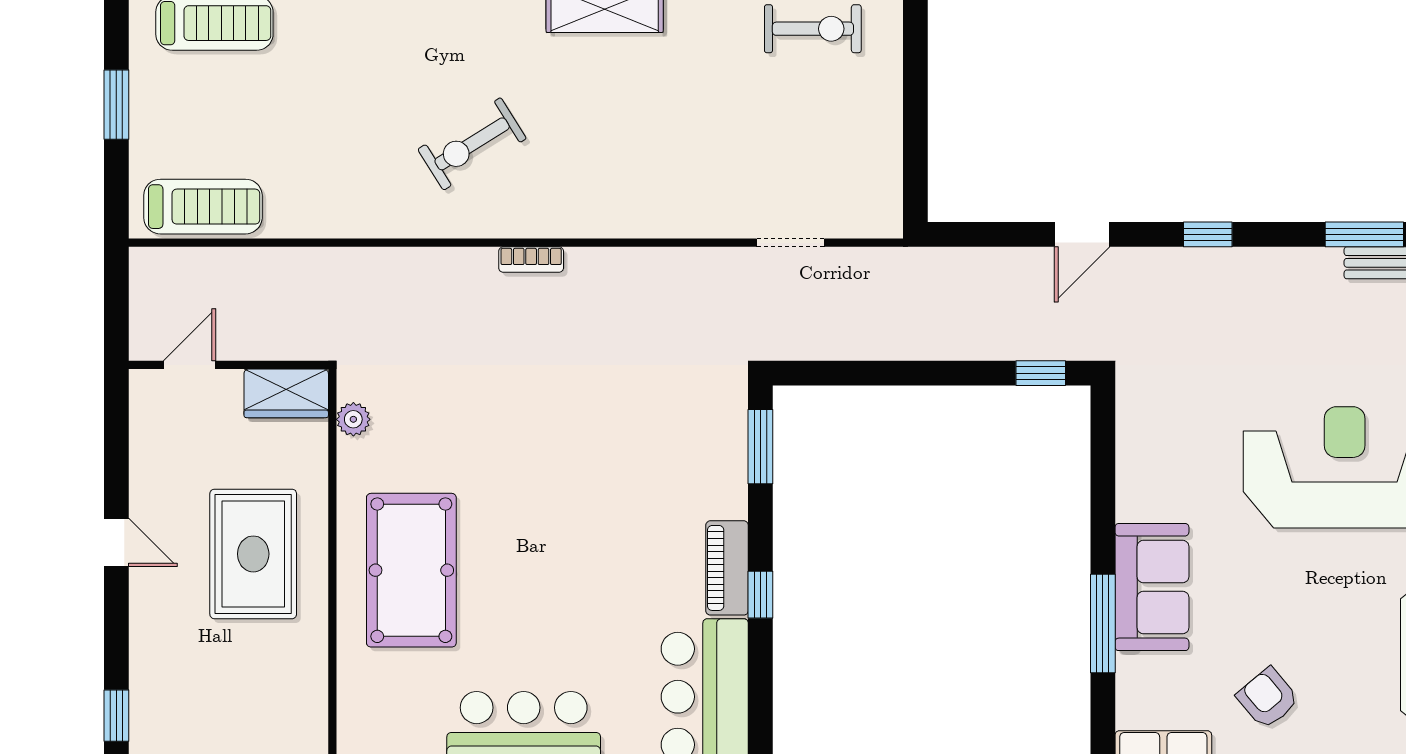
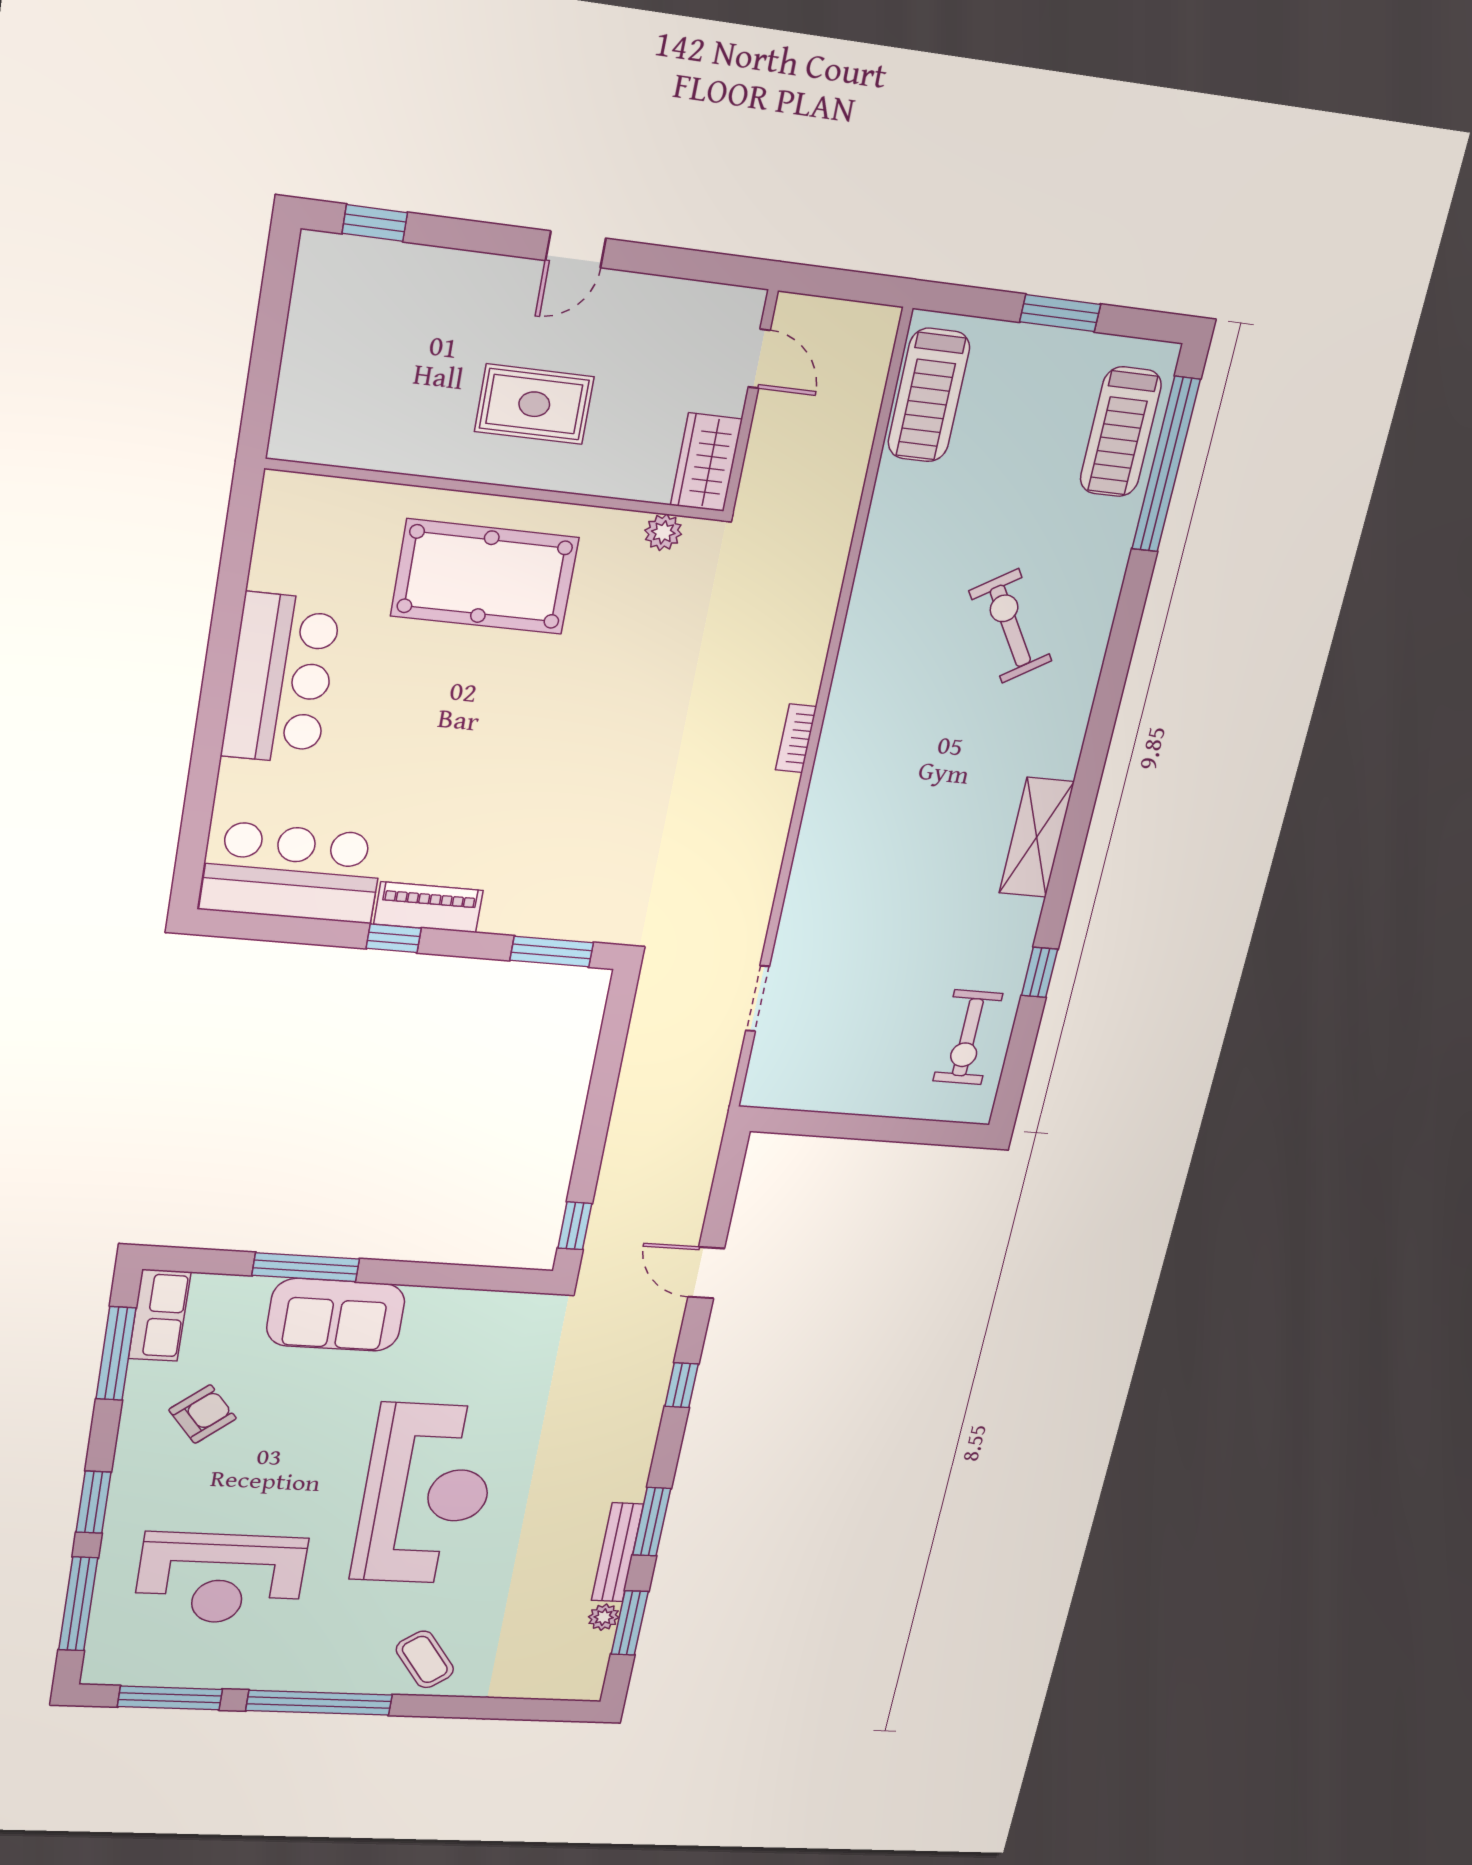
exercise bike: (472, 144) -> (1010, 626), moved
rug: (253, 554) -> (534, 404), width x0.73, depth x0.70

